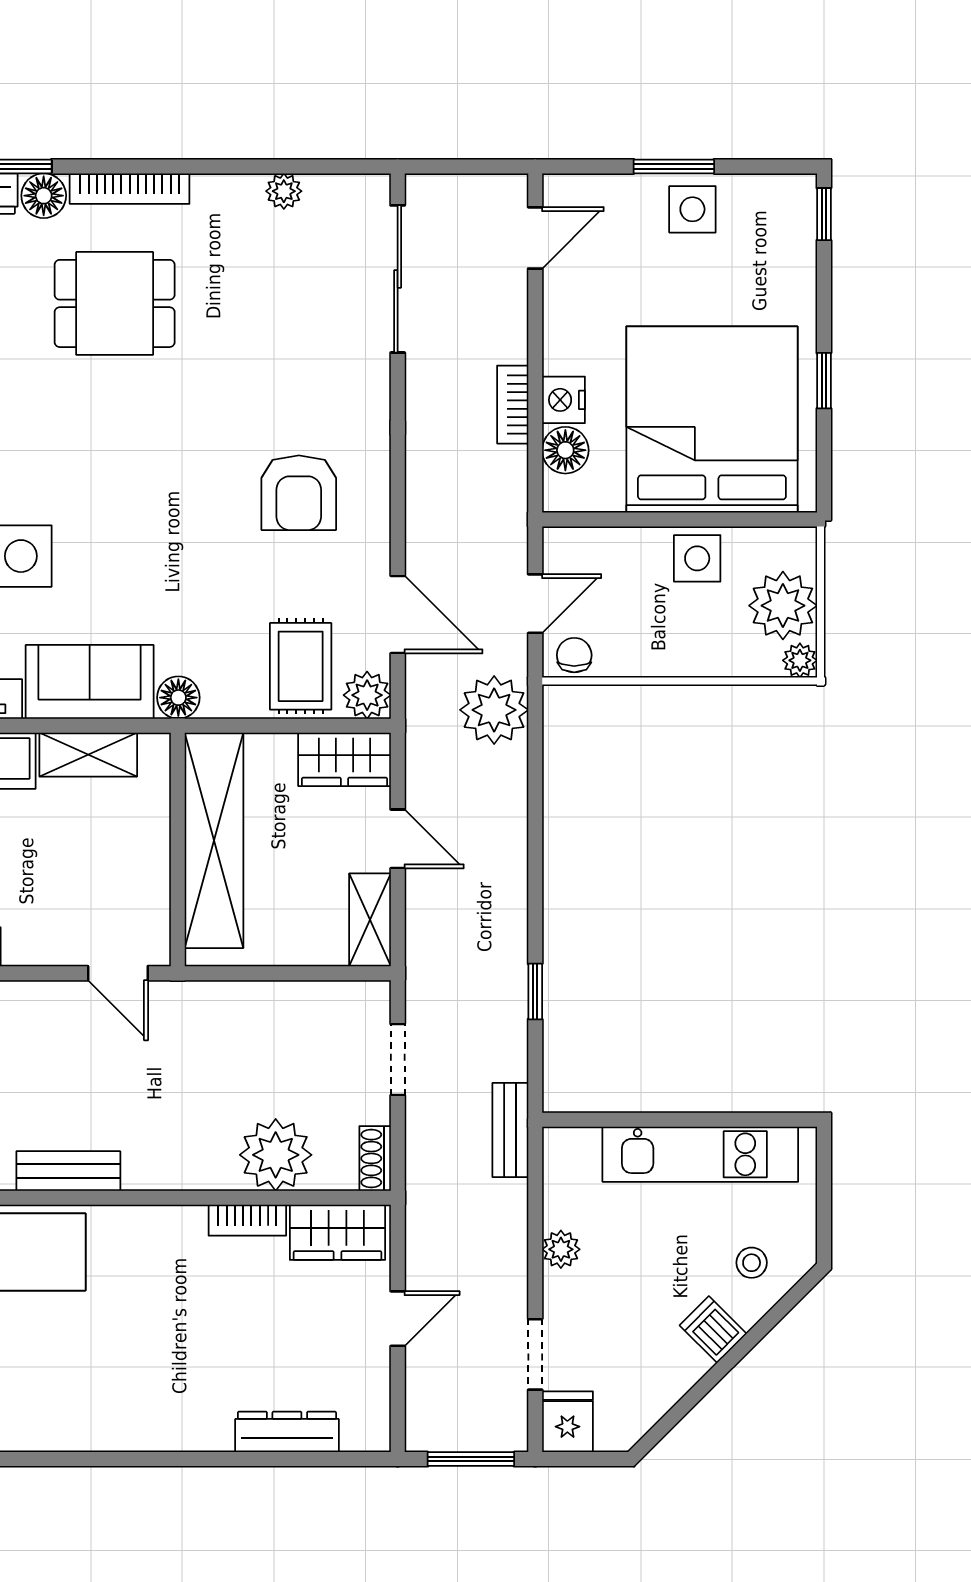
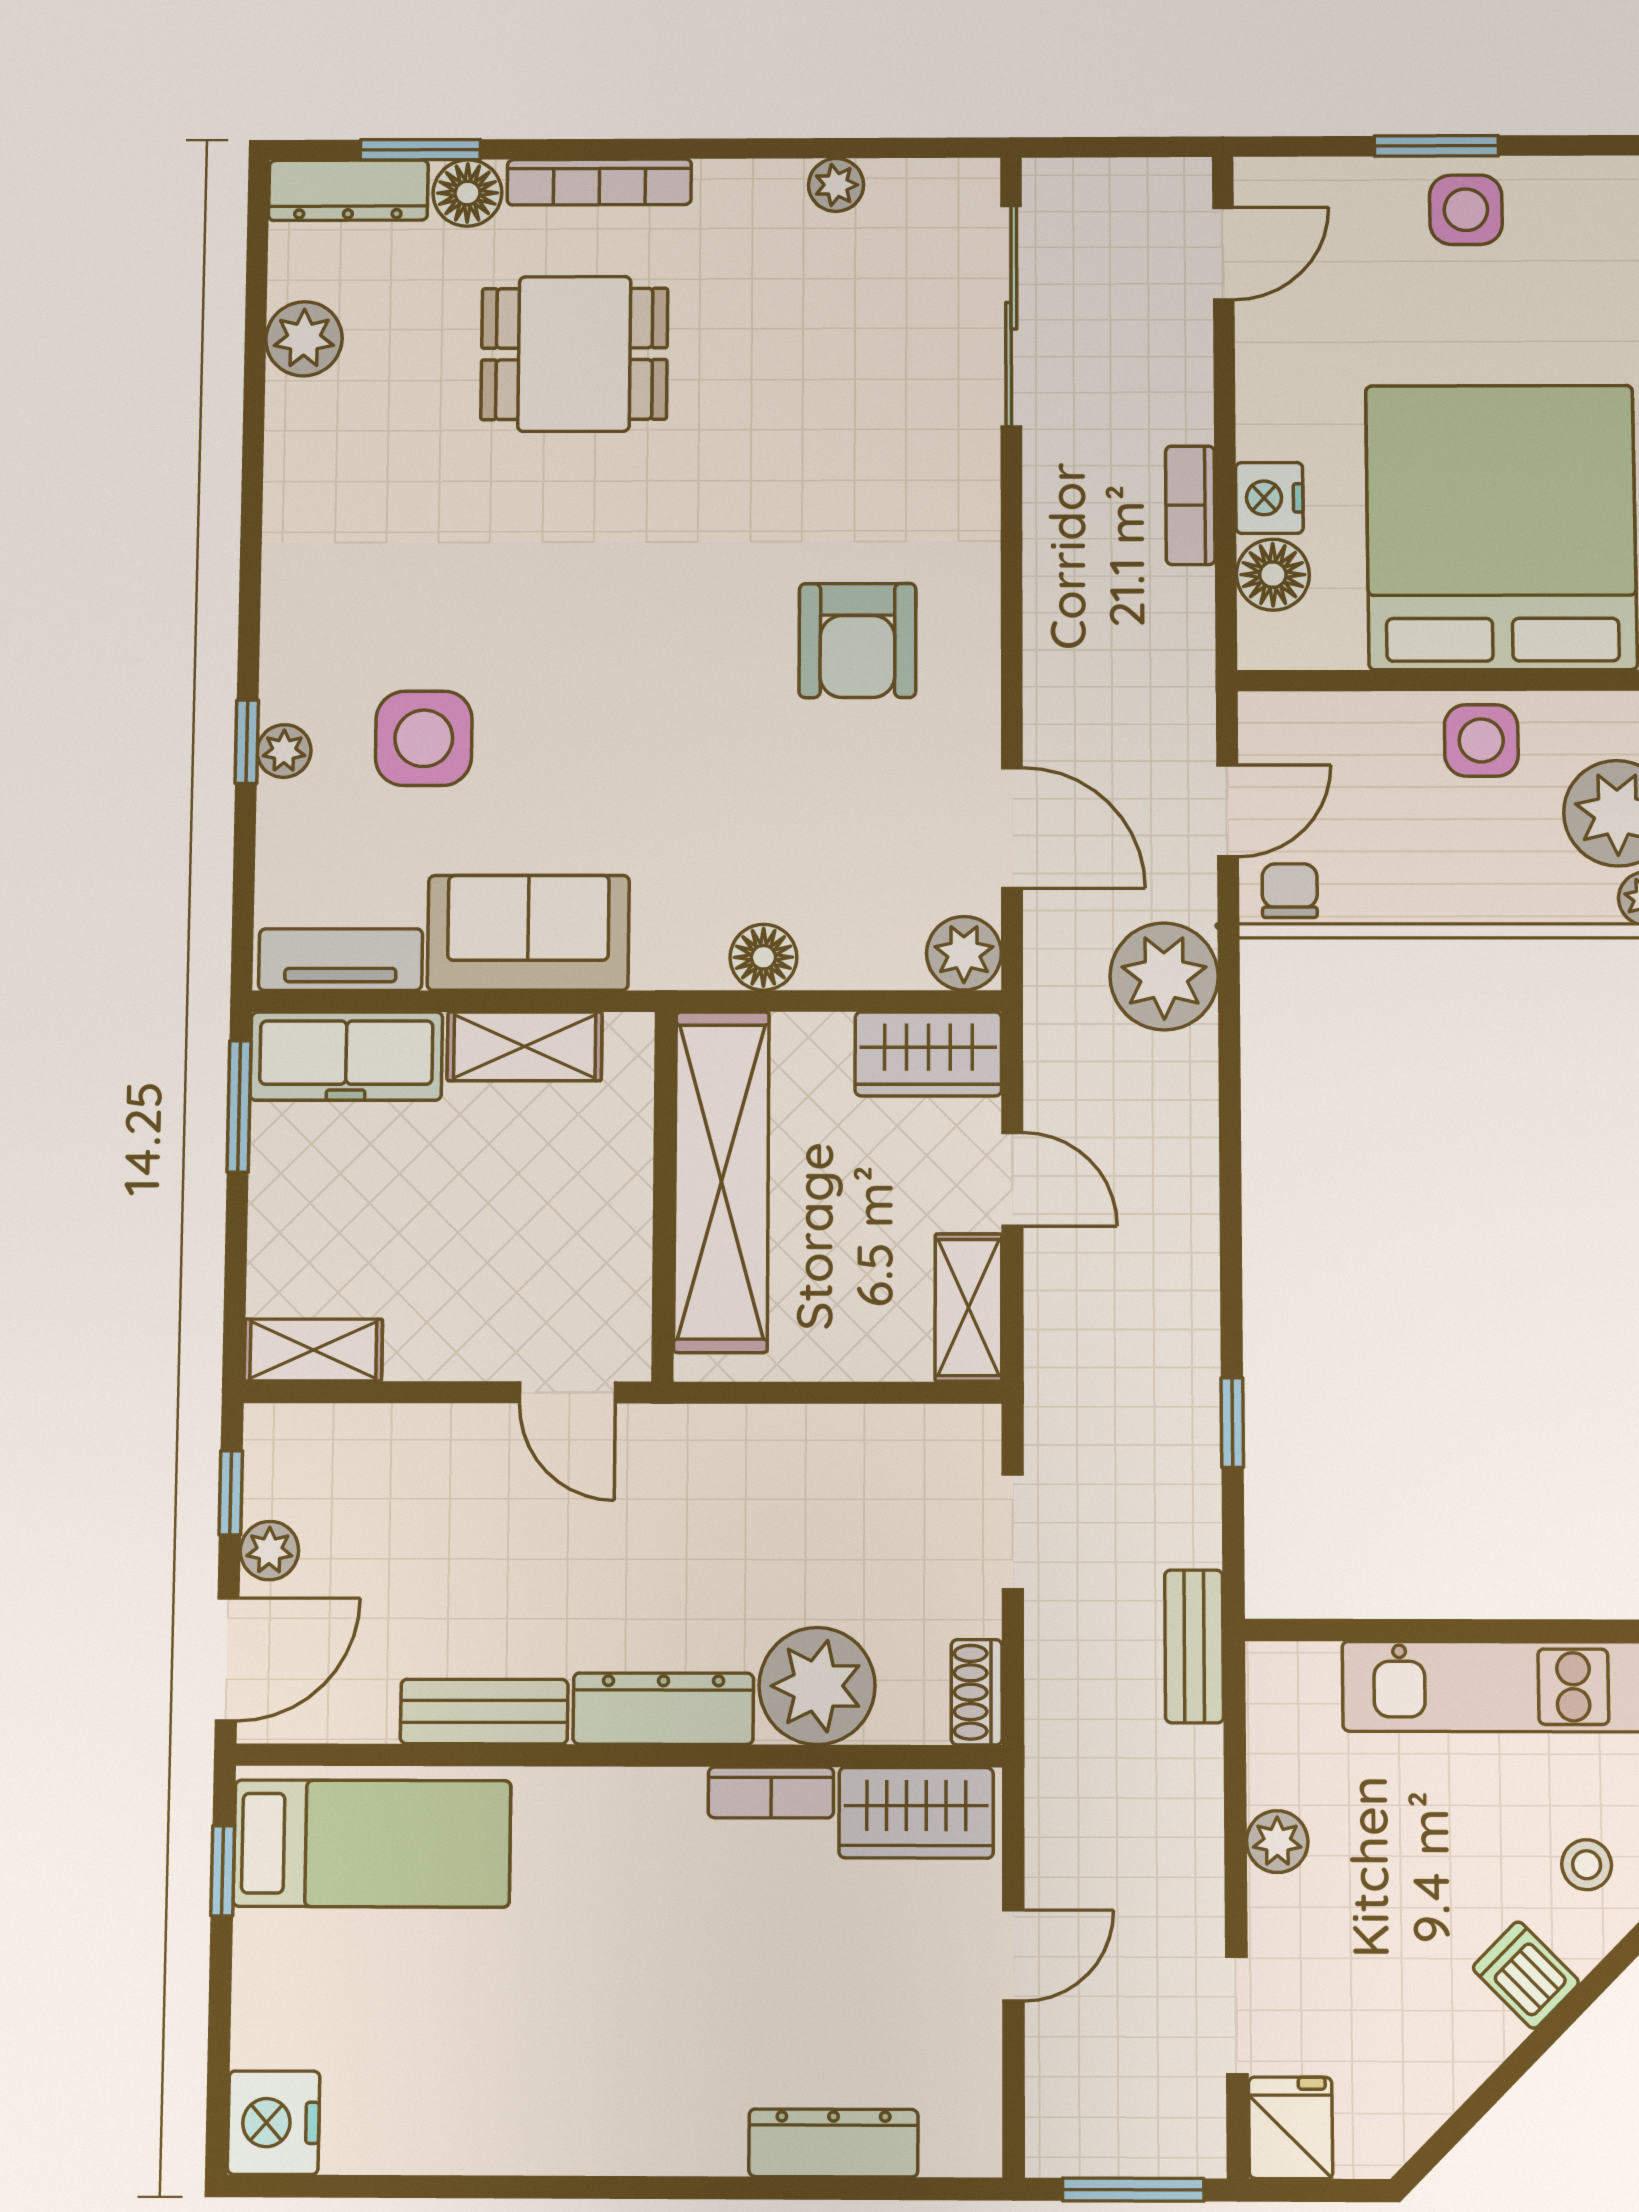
rug: (301, 666) -> (860, 908), removed
floor lamp: (178, 698) -> (763, 957), moved
dresser: (180, 1169) -> (663, 1709), added

